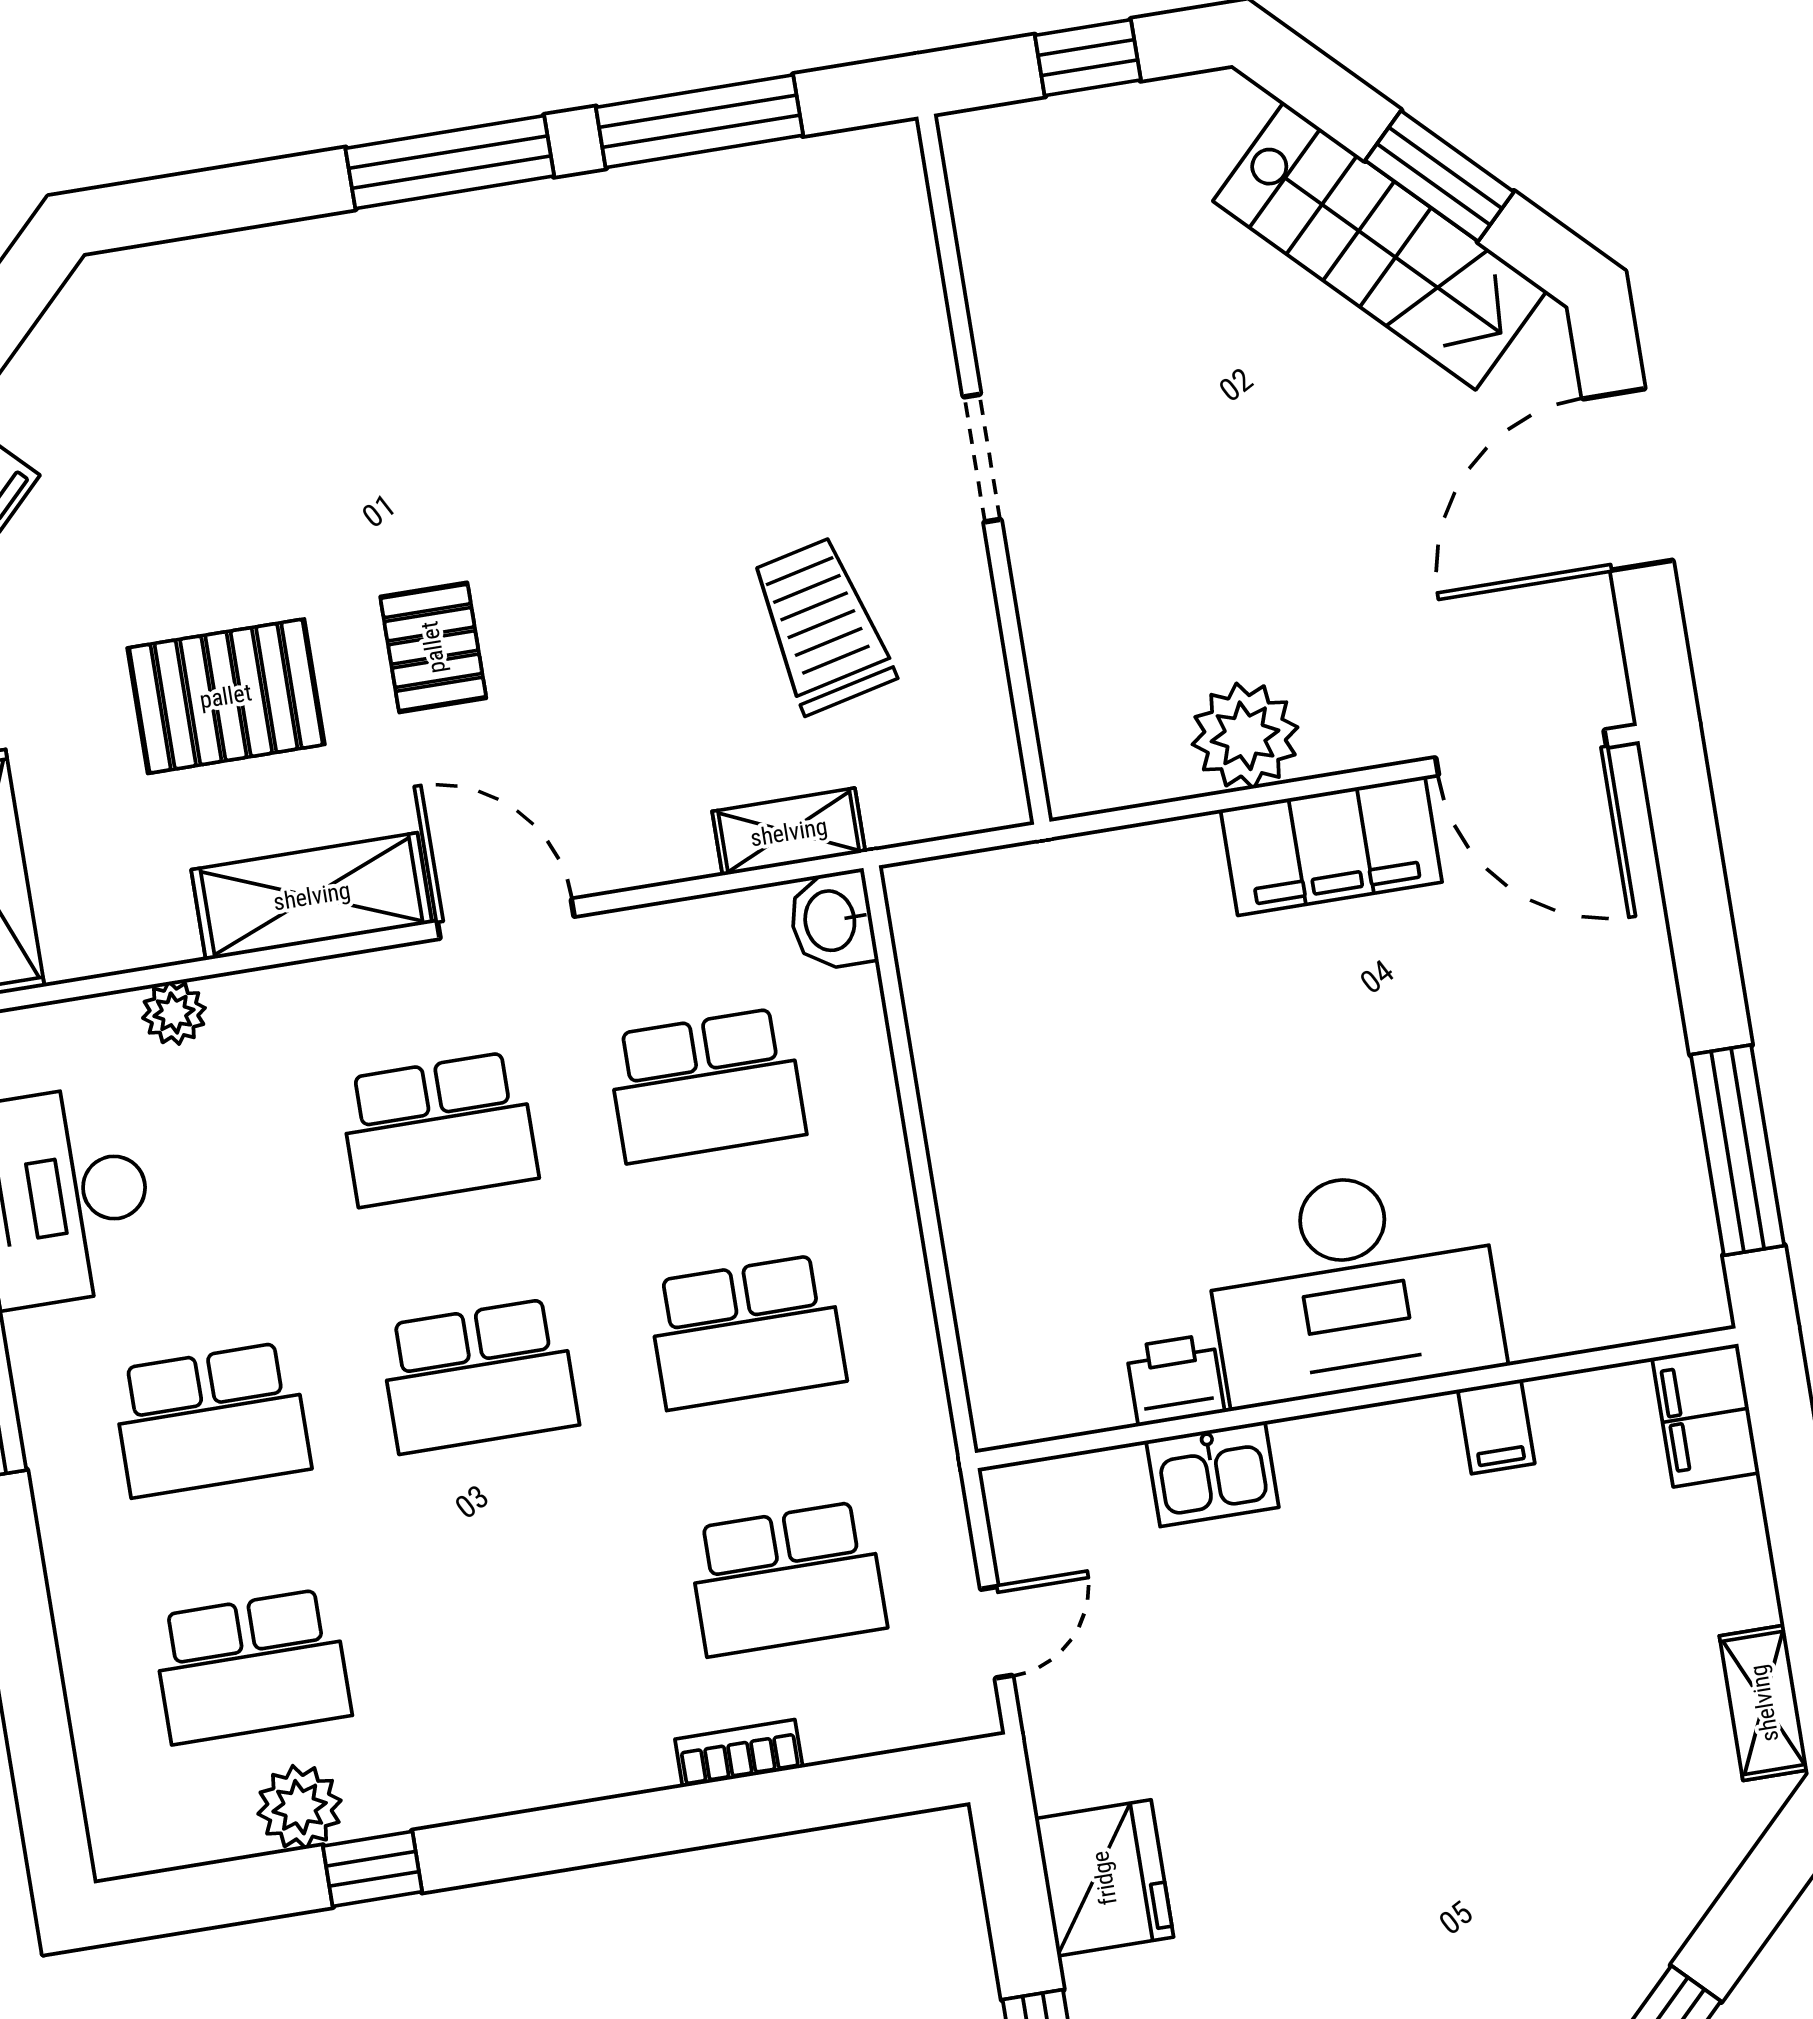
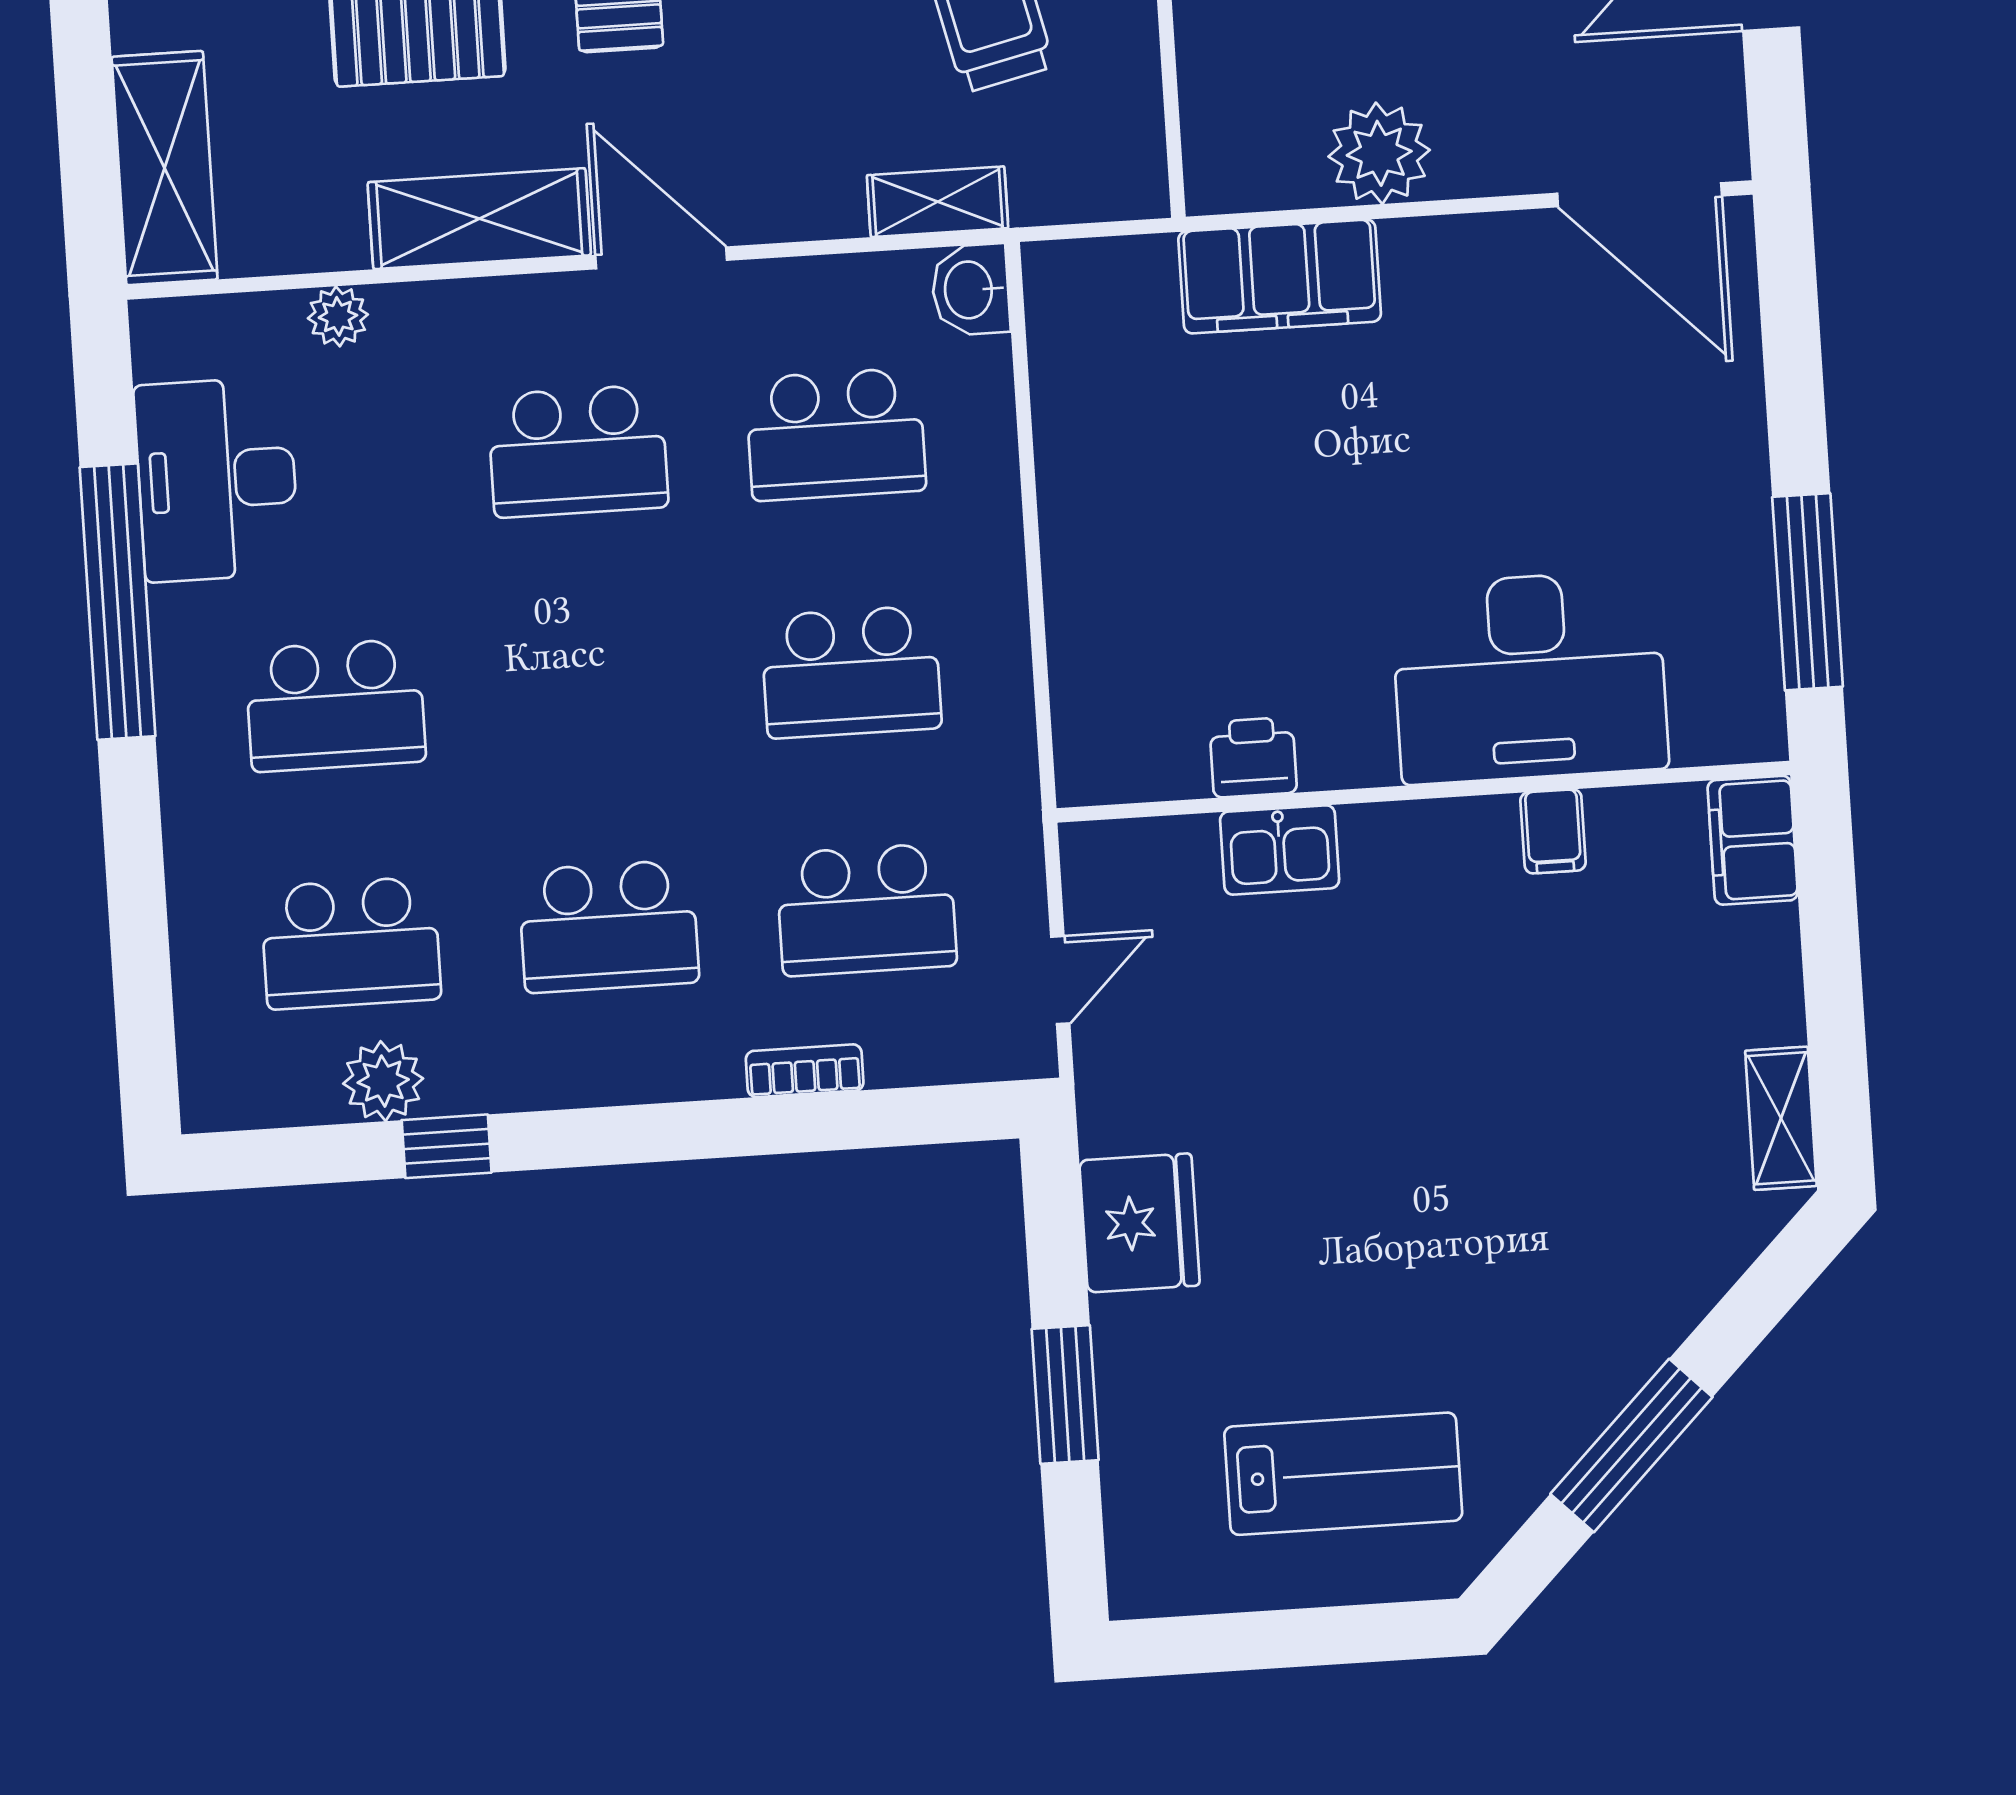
filing cabinet: (1331, 846) -> (1280, 277), moved
desk: (1353, 1284) -> (1529, 677), moved
school desk: (479, 1376) -> (609, 926), moved

